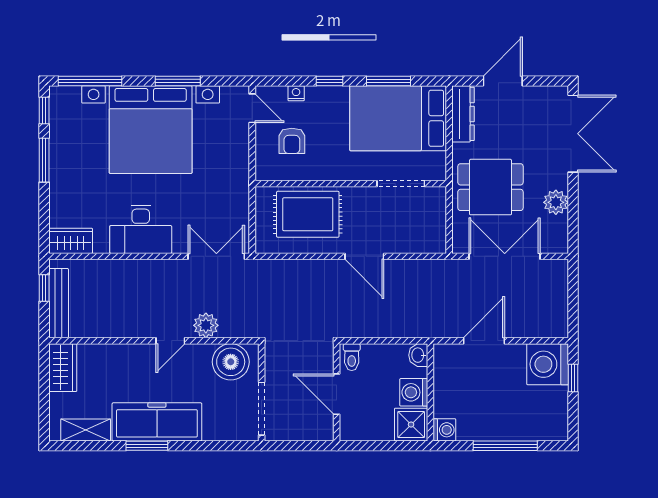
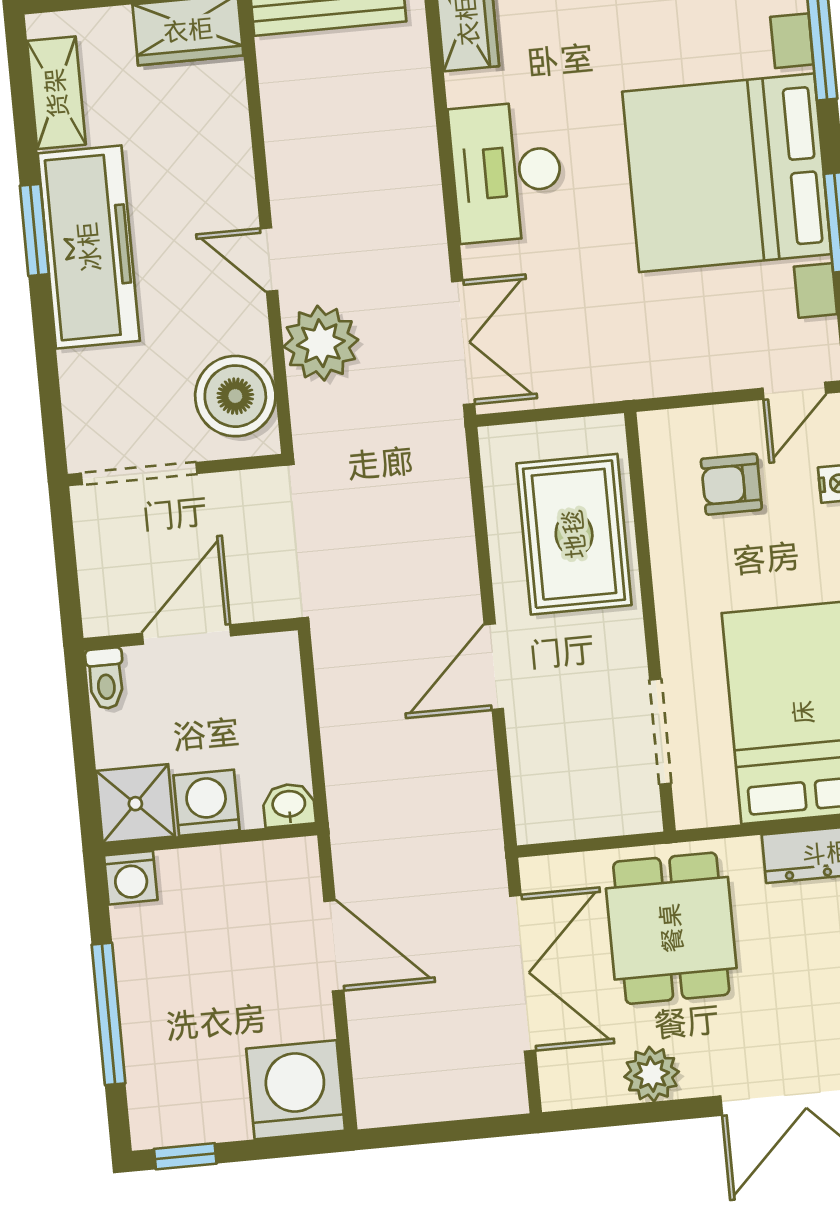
plant: (206, 325) -> (321, 343), width x1.36, depth x1.36
toilet: (352, 357) -> (106, 678), moved, turned -90
window: (573, 378) -> (185, 1156), moved

